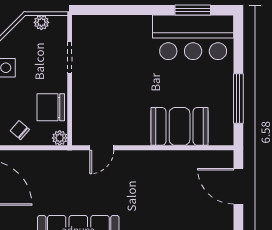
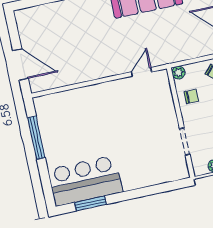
chair: (51, 107) -> (191, 96), width x0.54, depth x0.54
booth: (180, 126) -> (80, 104), removed

